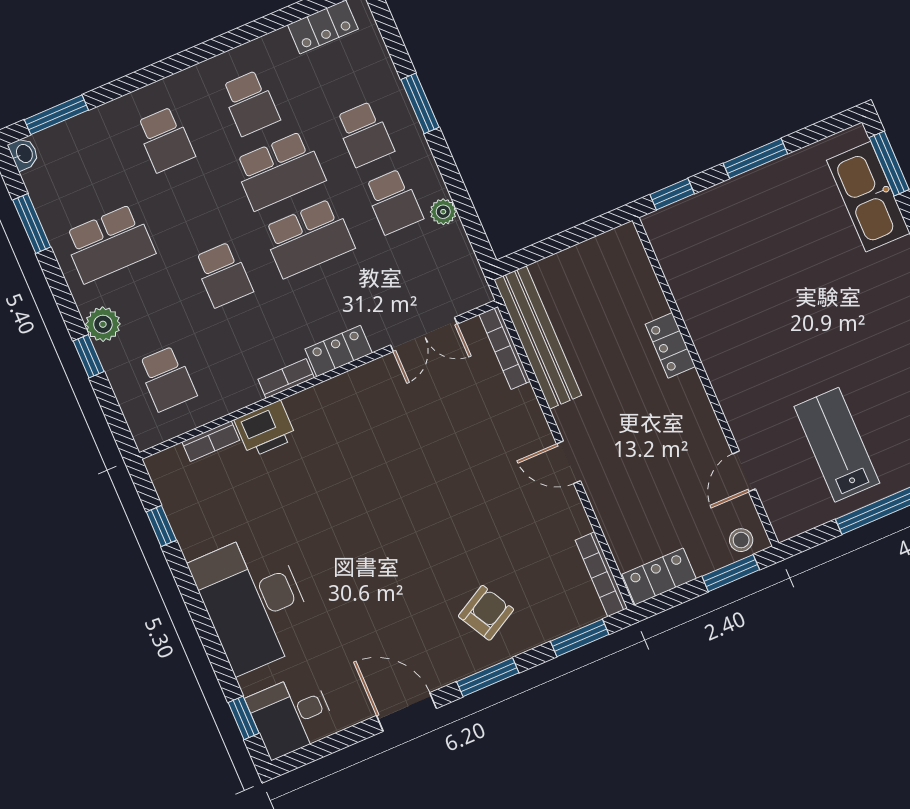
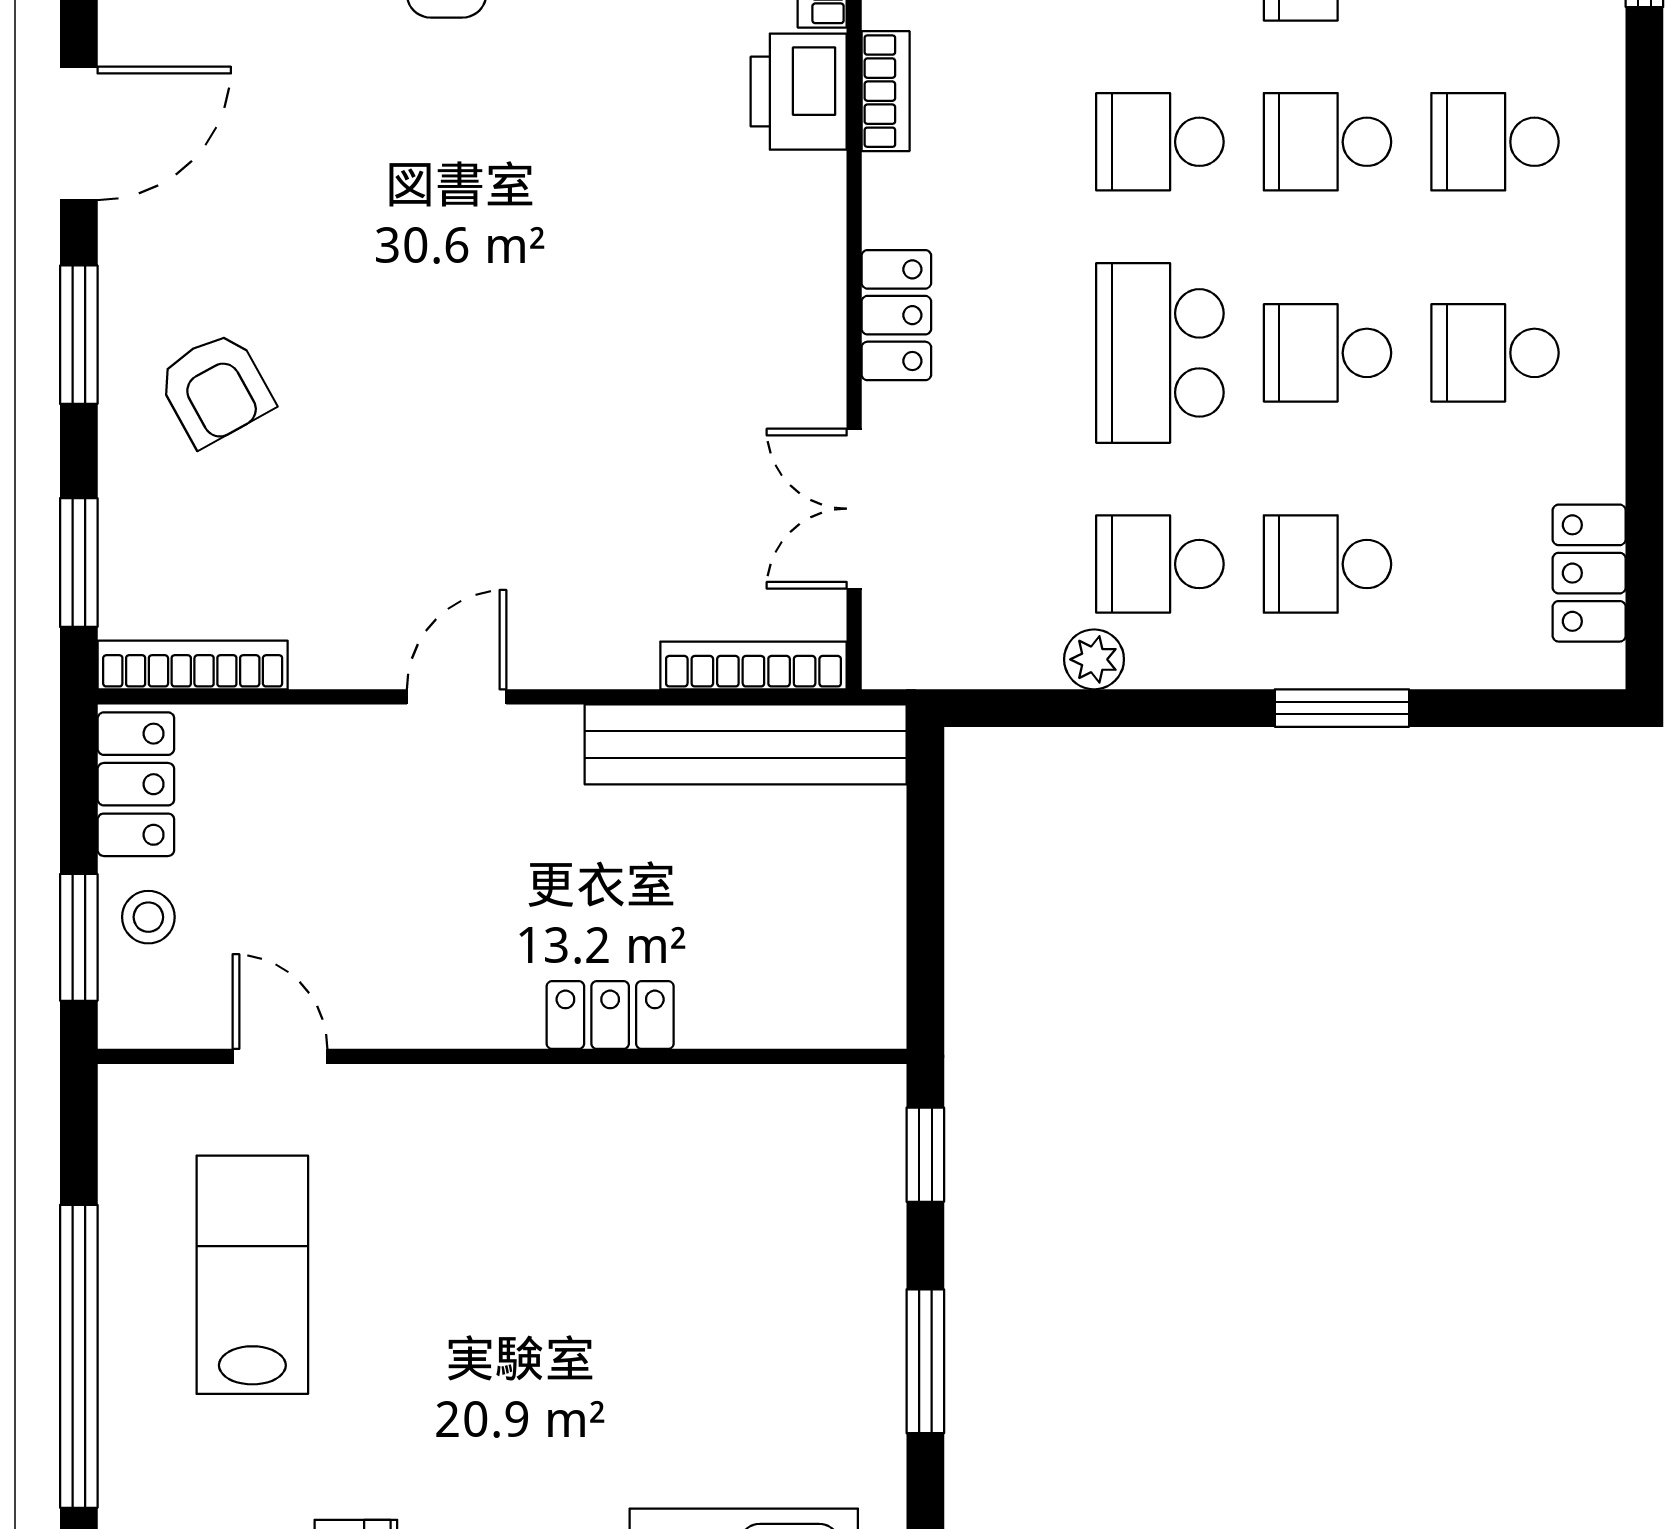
school desk: (279, 171) -> (1327, 353), width x0.54
school desk: (194, 207) -> (1327, 142), added
bookcase: (286, 379) -> (886, 91), moved
lab bench: (837, 445) -> (252, 1275), turned -90
stool: (741, 540) -> (148, 917), moved

